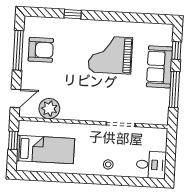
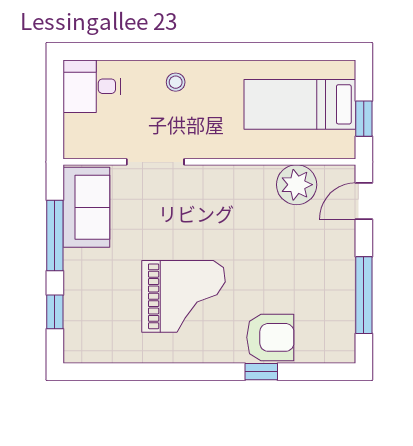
armchair: (41, 50) -> (270, 337), moved, turned 180
sofa: (159, 67) -> (86, 207), moved

